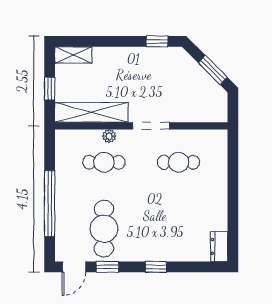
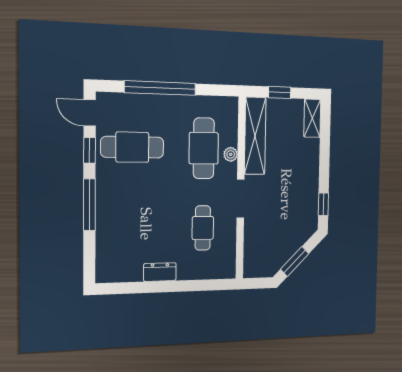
cafe table: (104, 162) -> (204, 148), width x1.37, depth x1.35
dresser: (219, 246) -> (160, 272), moved
window: (156, 267) -> (89, 205), width x2.17

